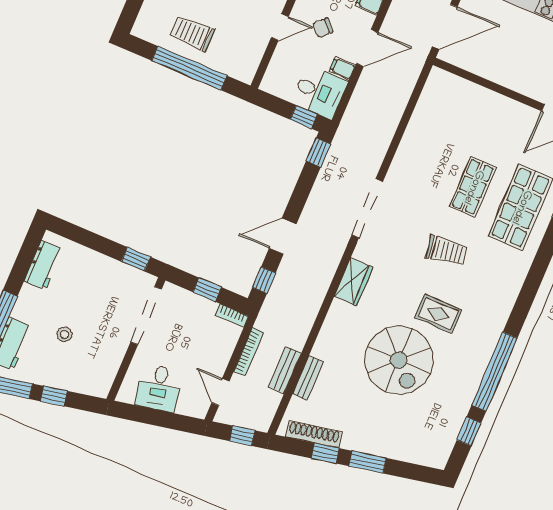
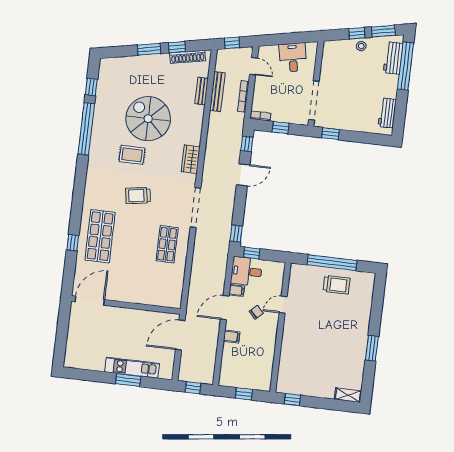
shop shelf: (473, 187) -> (167, 244), moved
stool: (64, 334) -> (361, 46), moved
bench: (285, 370) -> (217, 92), width x1.36

